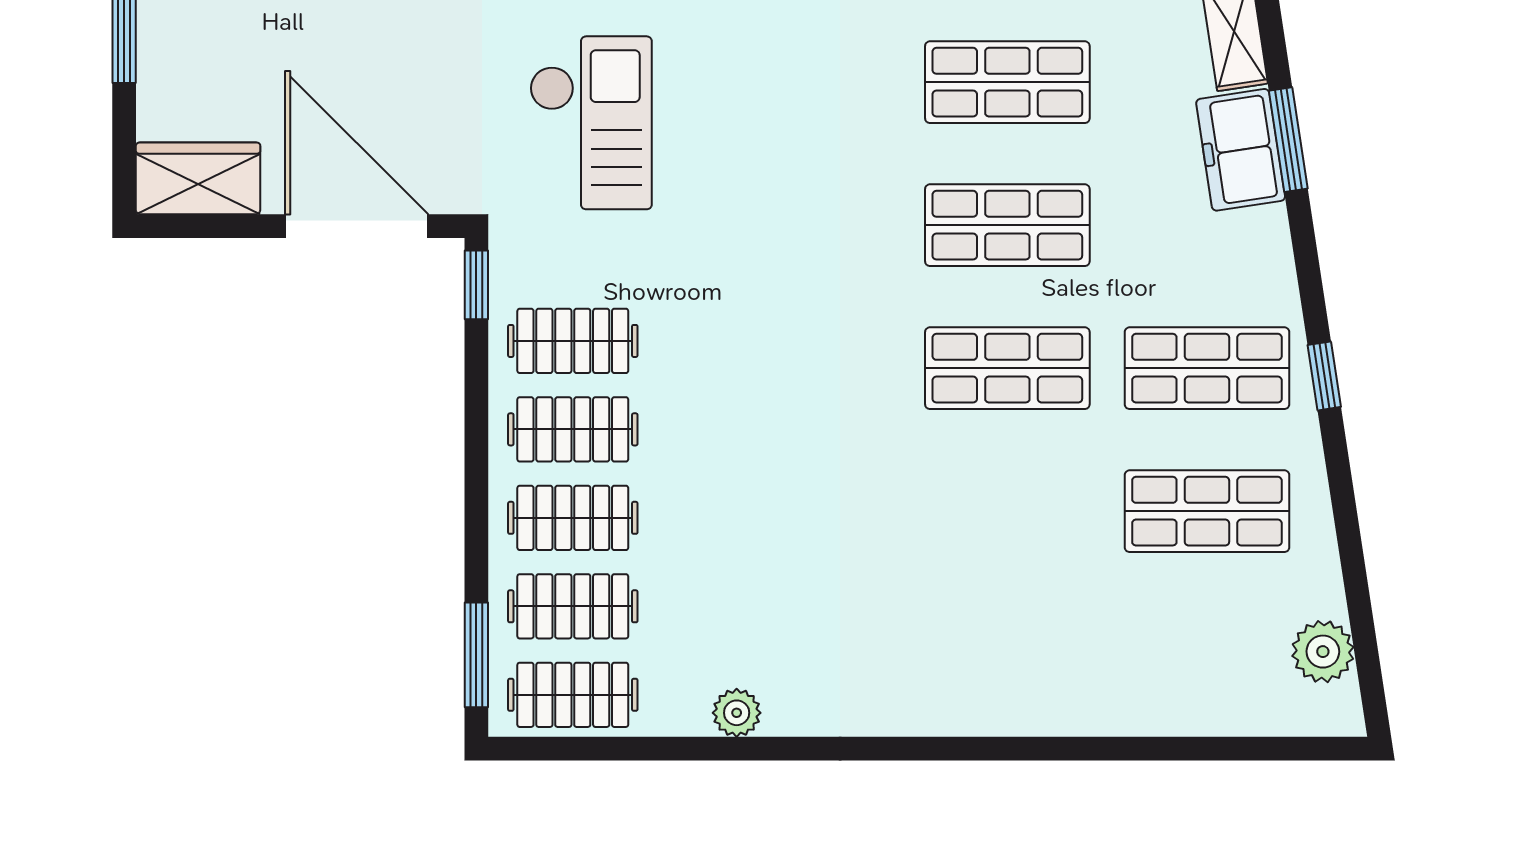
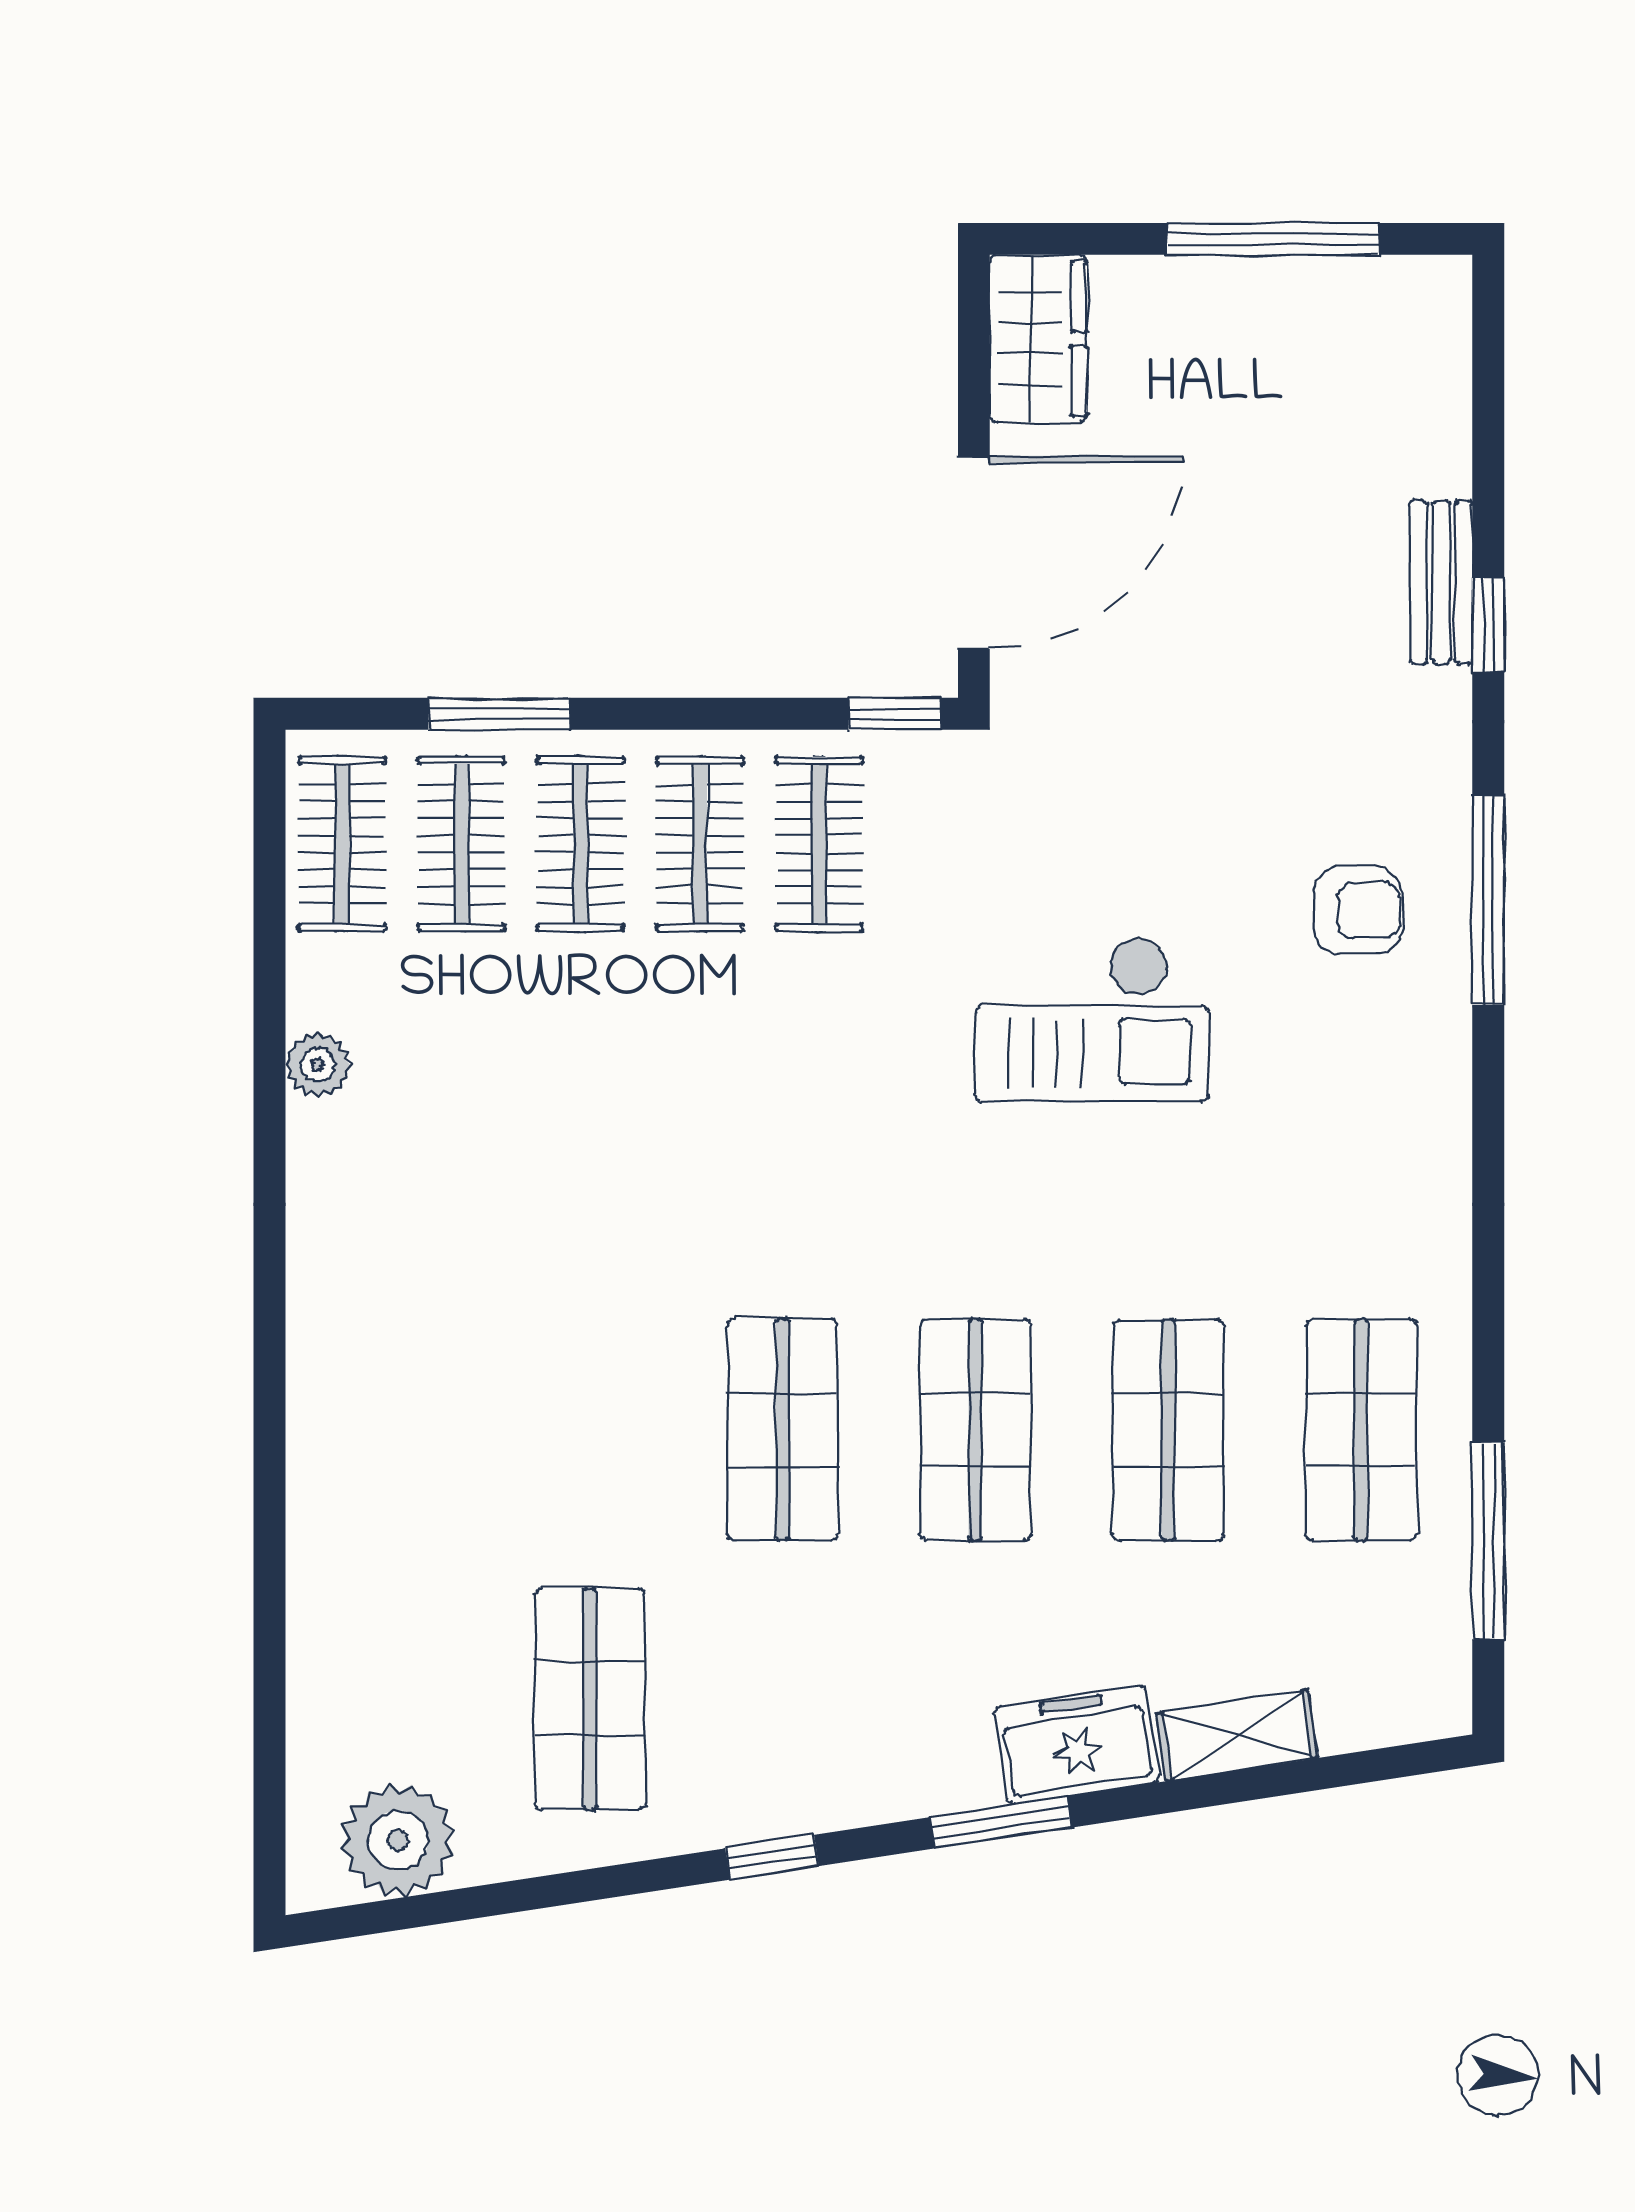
checkout: (591, 123) -> (1092, 1019), moved
window: (1288, 140) -> (1001, 1822), moved
shop shelf: (1207, 368) -> (782, 1699), removed
plant: (1323, 652) -> (398, 1840), width x1.36, depth x1.36
window: (476, 655) -> (499, 714), moved

